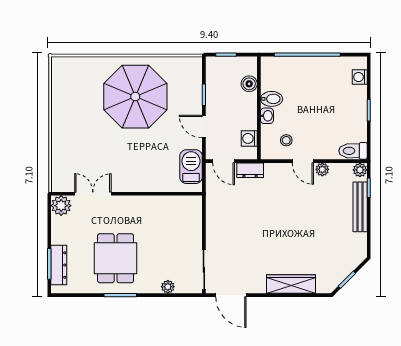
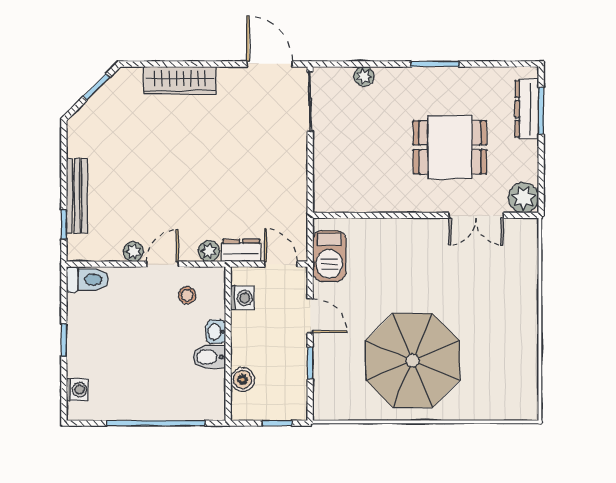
door: (303, 161) -> (162, 264), hinge flipped
plant: (360, 170) -> (209, 251), moved
dining table: (116, 258) -> (450, 147), moved, turned 90

